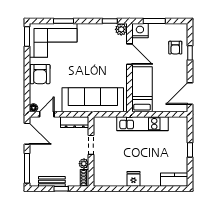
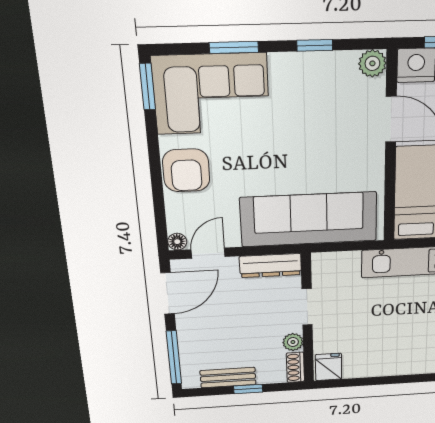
window: (110, 21) -> (315, 45), moved
door: (27, 134) -> (168, 293), hinge flipped
fridge: (133, 179) -> (329, 367), moved

